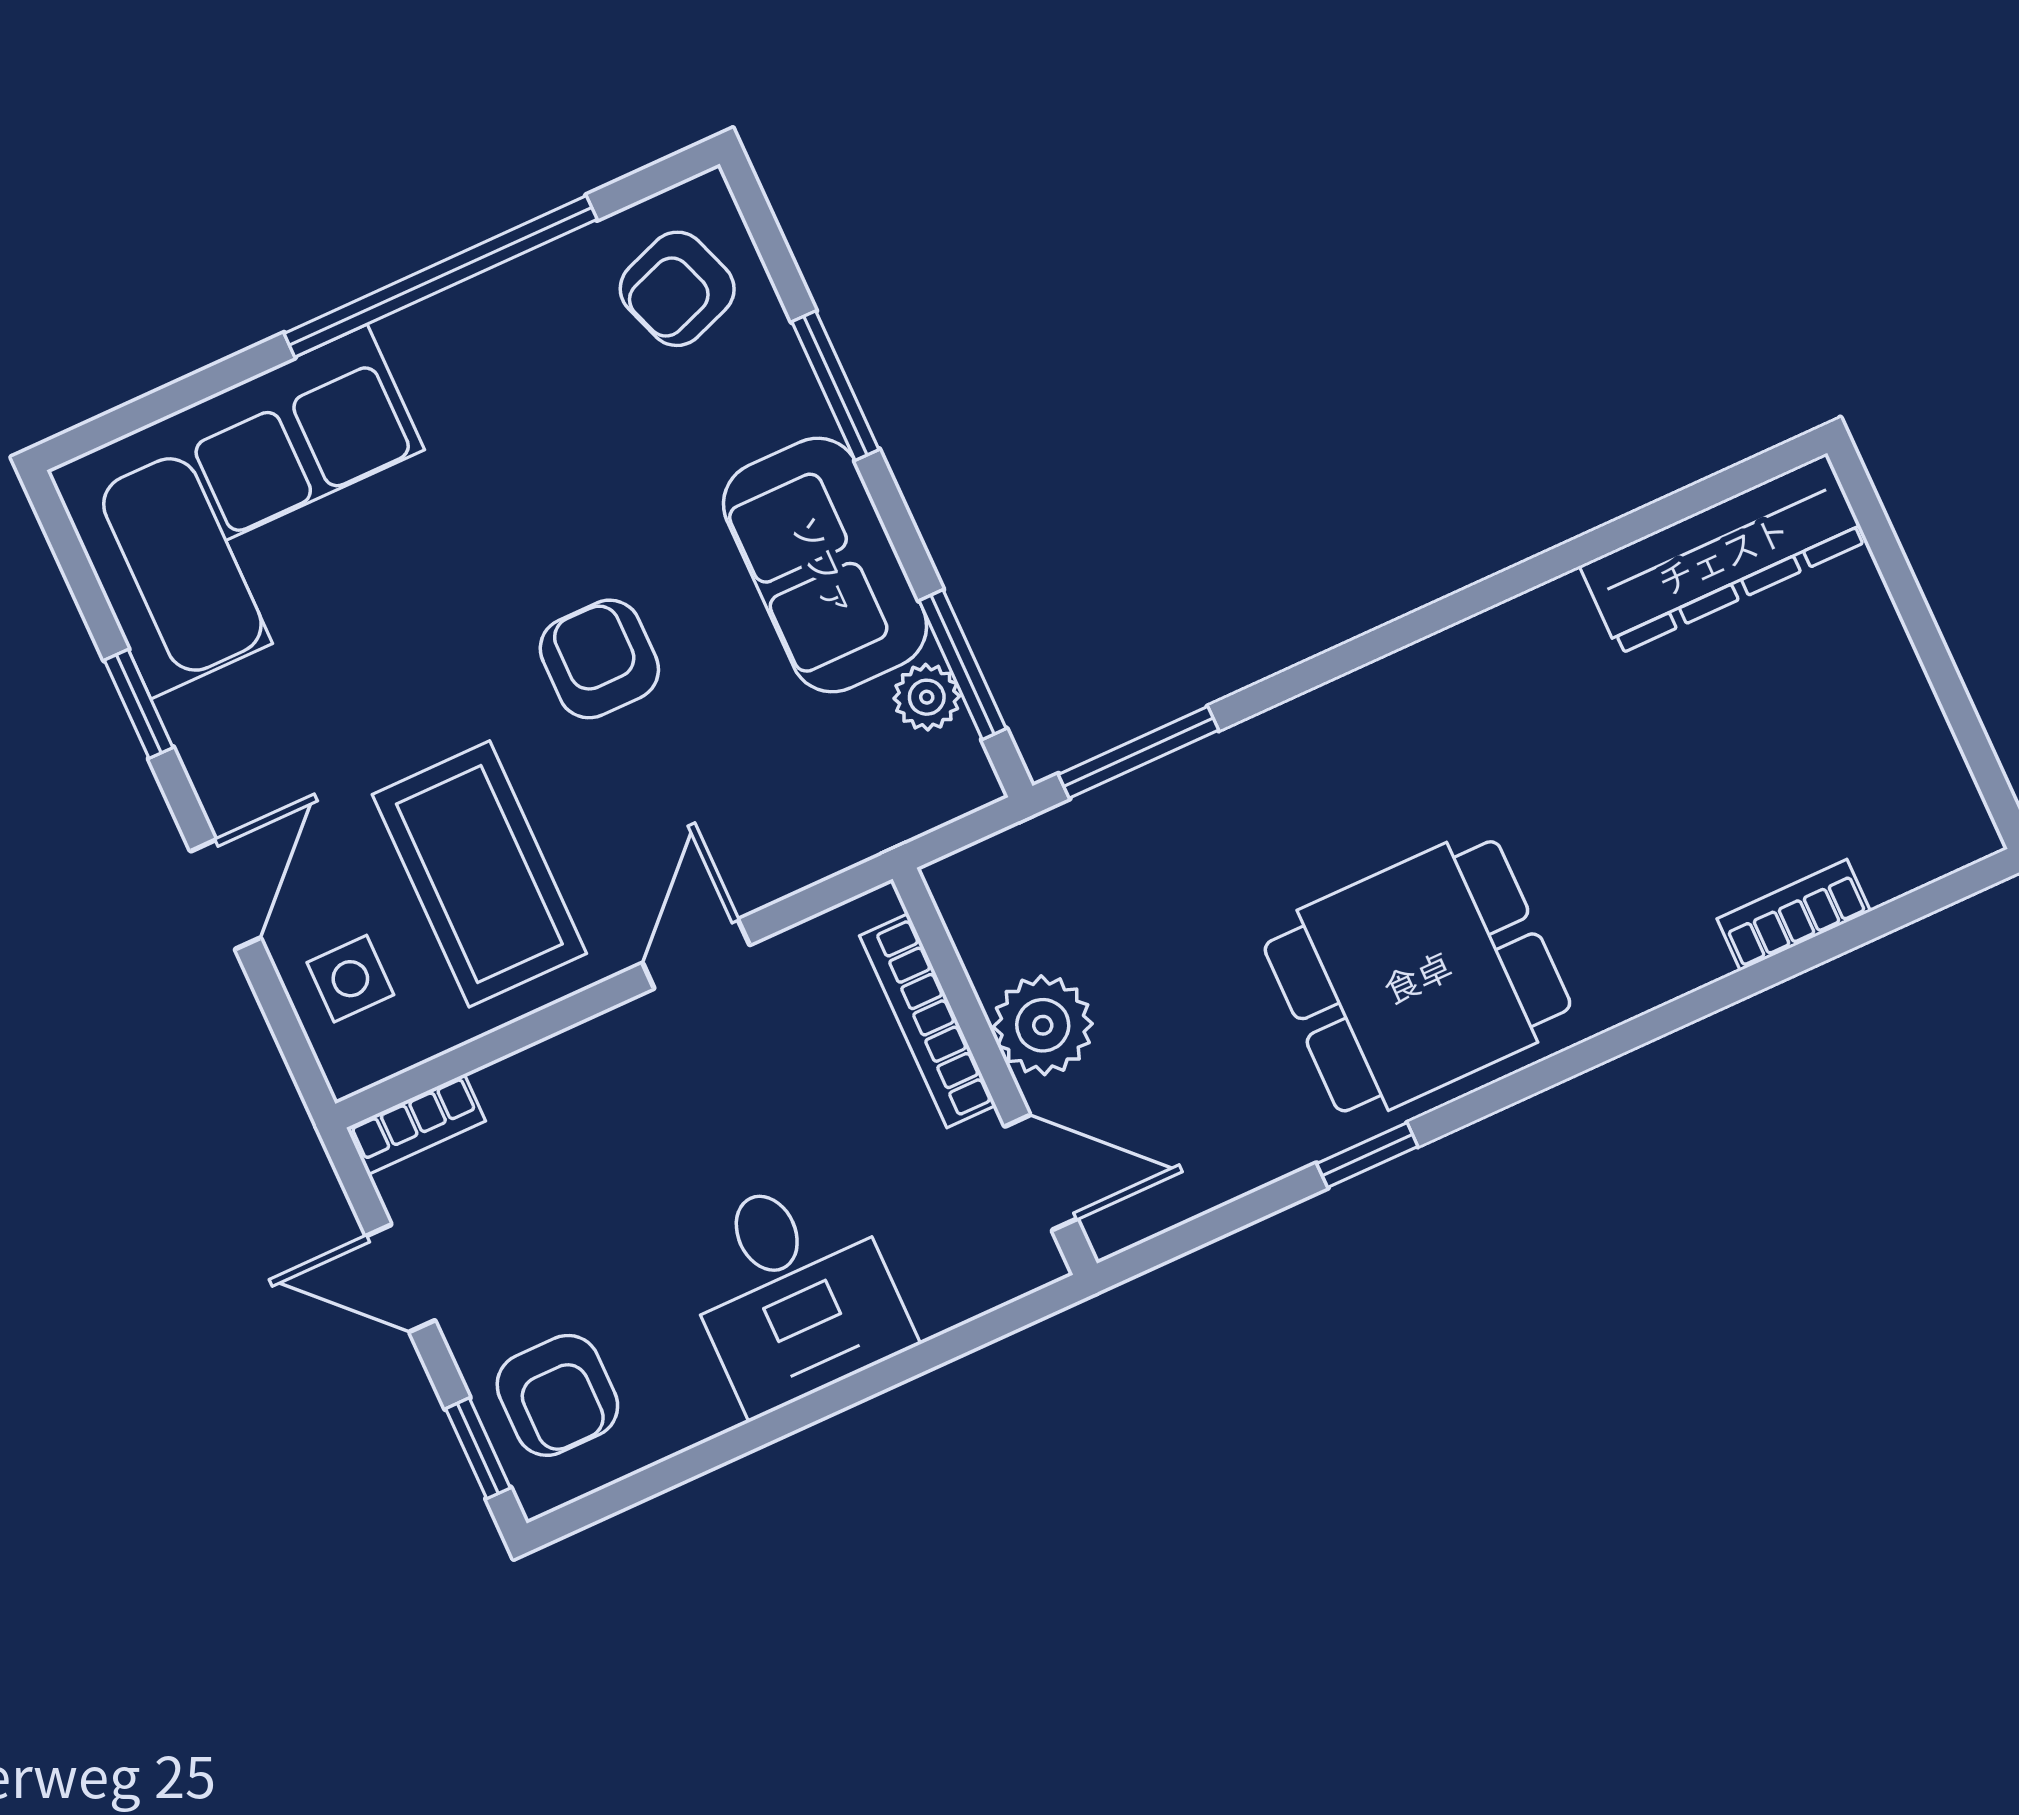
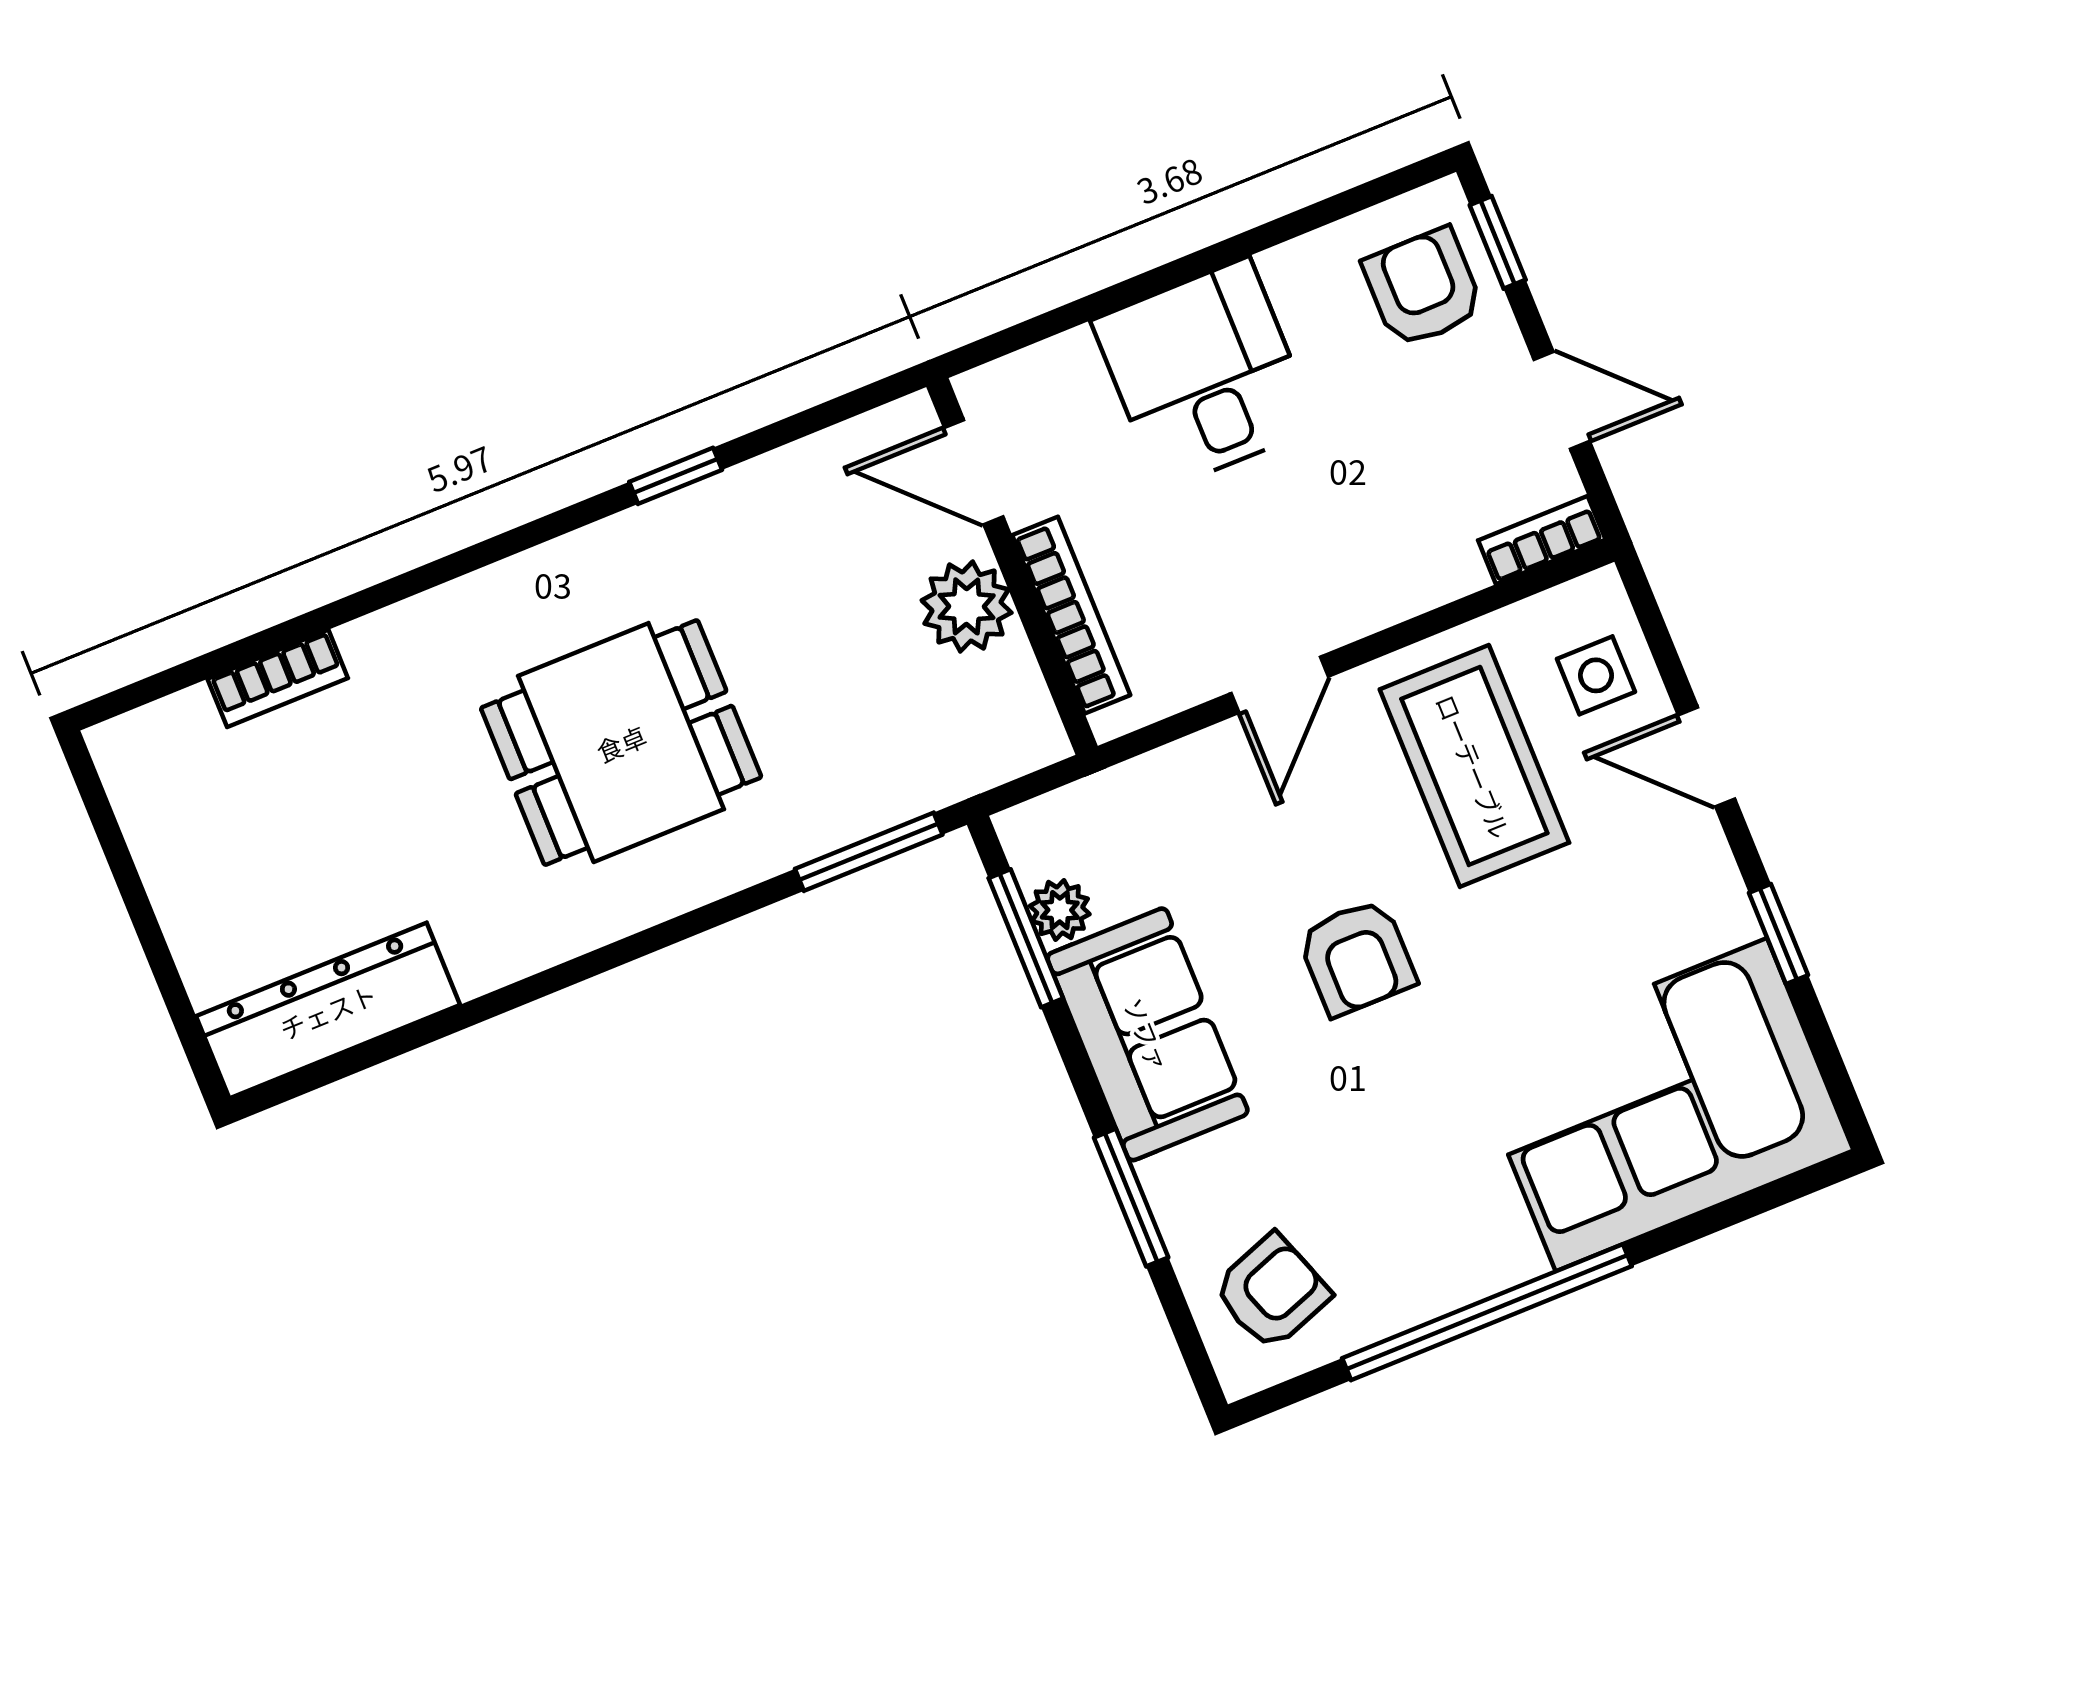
door: (226, 894) -> (1707, 757), hinge flipped
dining table: (1417, 976) -> (621, 743), moved

